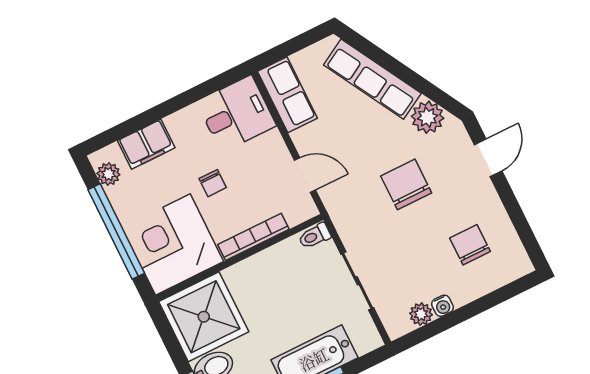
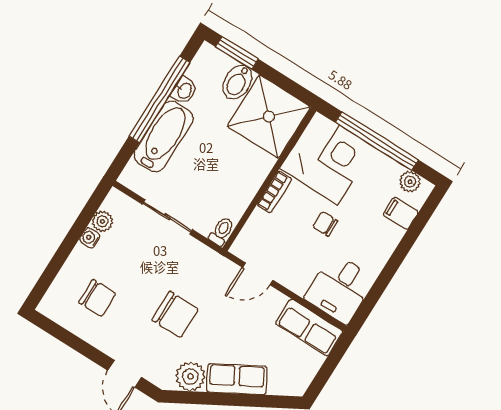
row of seats: (372, 79) -> (237, 379), width x0.68
filing cabinet: (146, 144) -> (401, 213), width x0.50
bookcase: (253, 237) -> (274, 192), width x0.64

